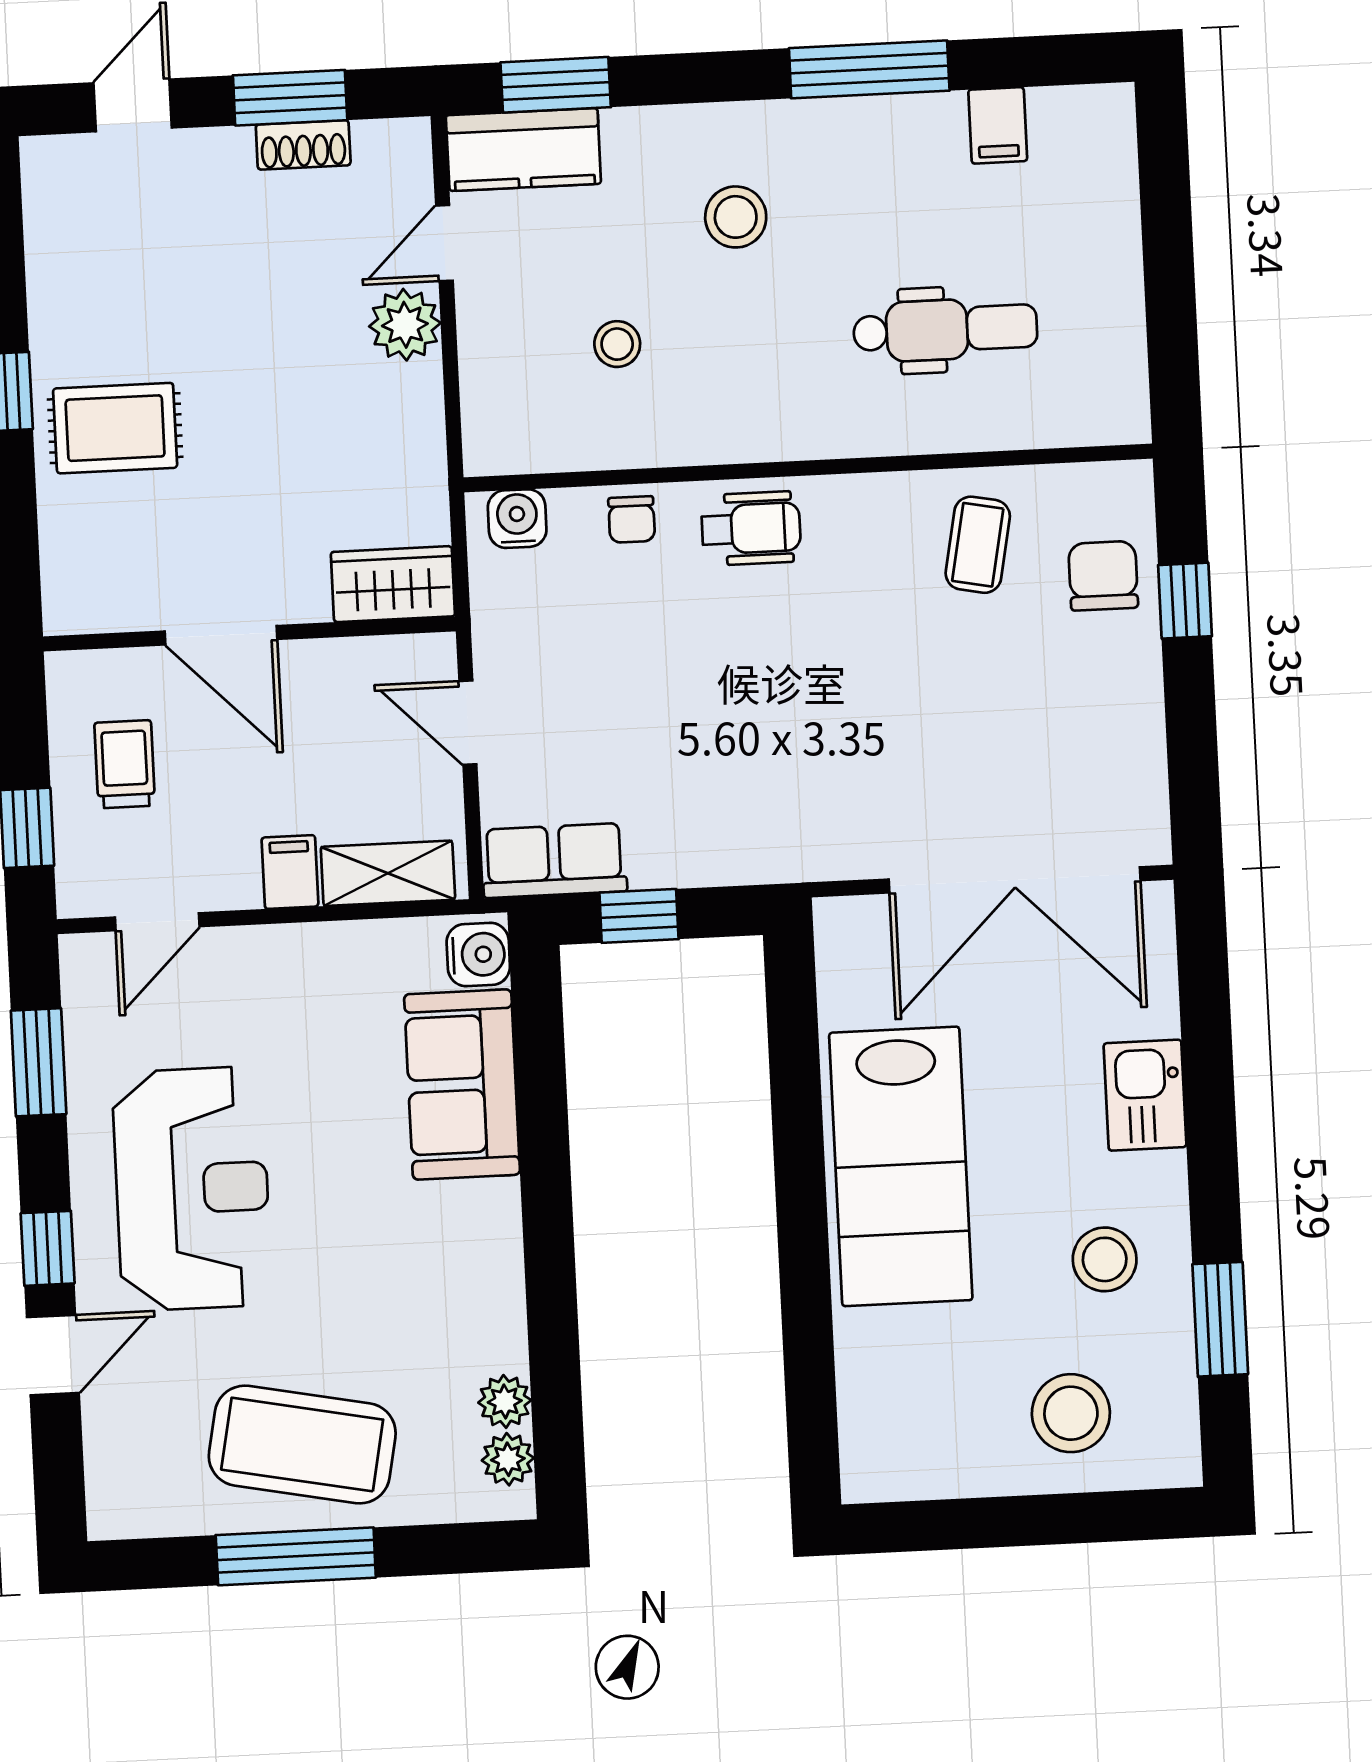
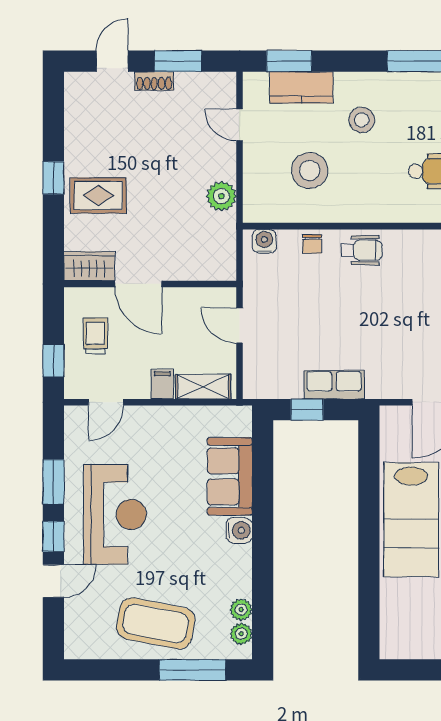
shoe rack: (303, 145) -> (154, 81), moved
kitchen counter: (523, 150) -> (301, 87), moved
door: (444, 243) -> (240, 125), hinge flipped
plant: (405, 325) -> (221, 196), moved
stool: (617, 344) -> (310, 171), width x1.89, depth x1.89
wardrobe: (393, 584) -> (89, 266), moved
row of seats: (554, 860) -> (334, 385), moved
water cooler: (478, 954) -> (239, 530), moved
window: (39, 1062) -> (53, 482), moved
window: (296, 1556) -> (192, 670), moved

